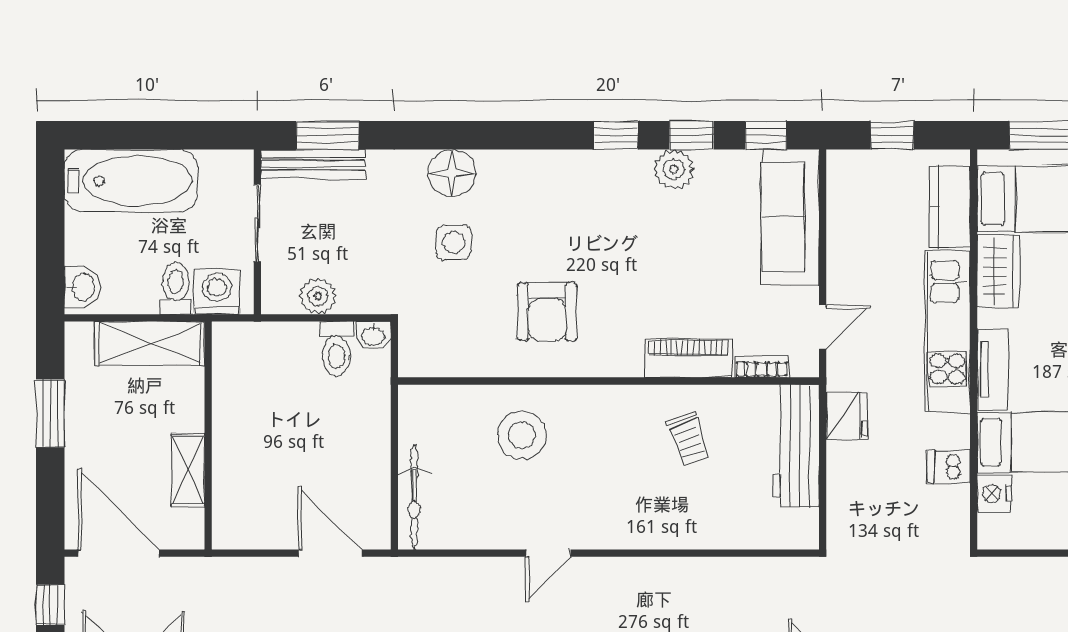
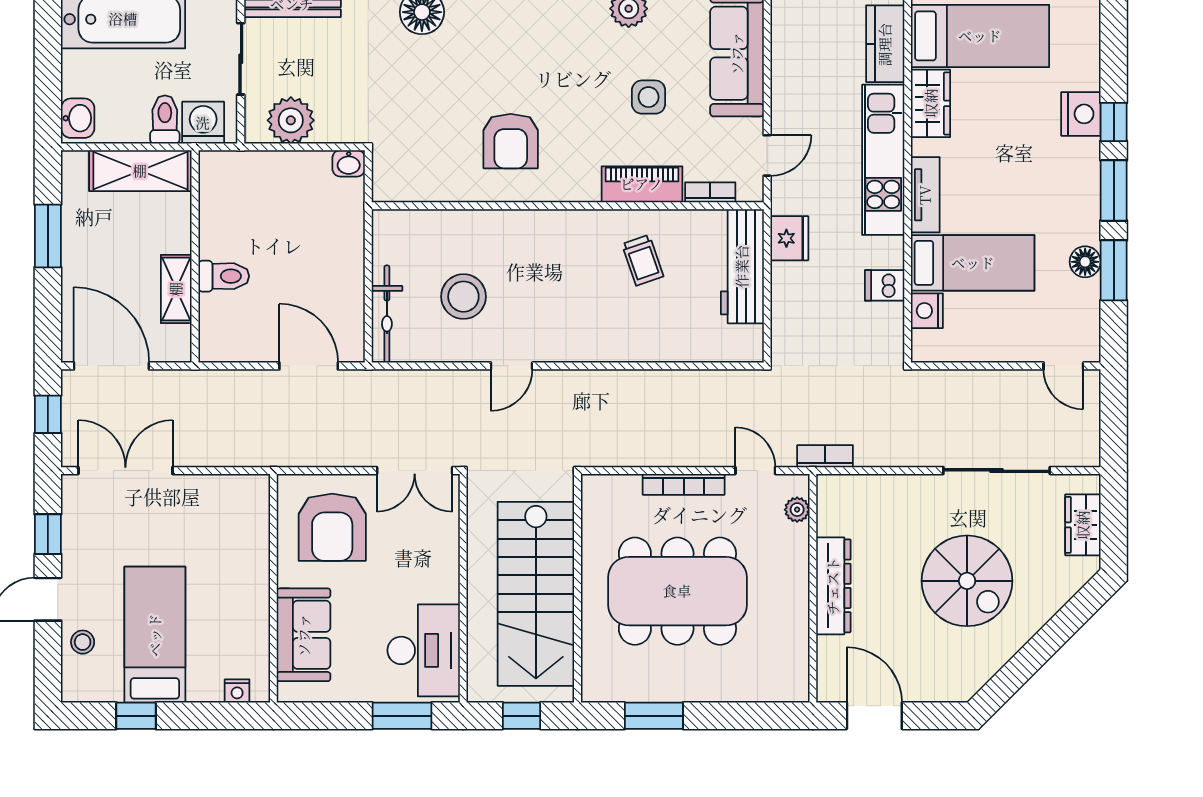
side table: (454, 242) -> (649, 97), moved
plant: (318, 296) -> (291, 120), width x1.36, depth x1.36
toilet: (336, 349) -> (224, 276), moved, turned -90
stool: (522, 435) -> (463, 297), moved

